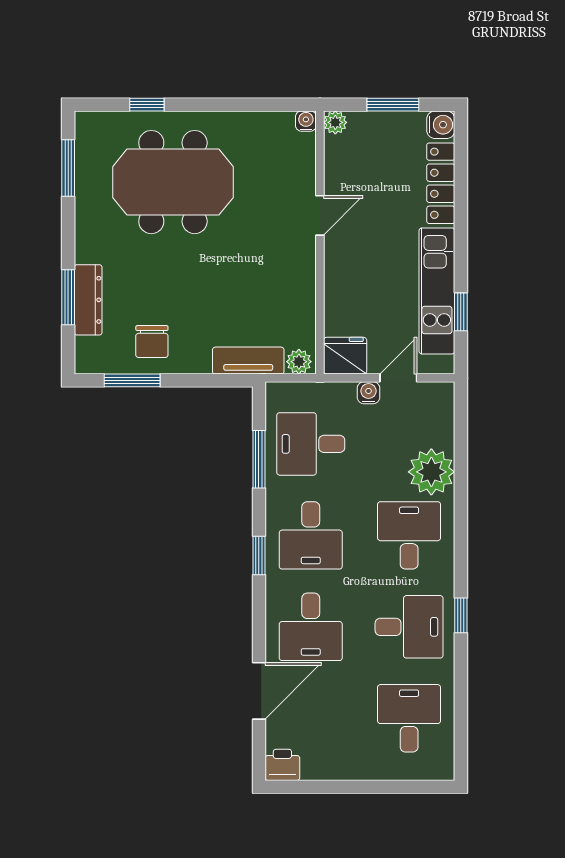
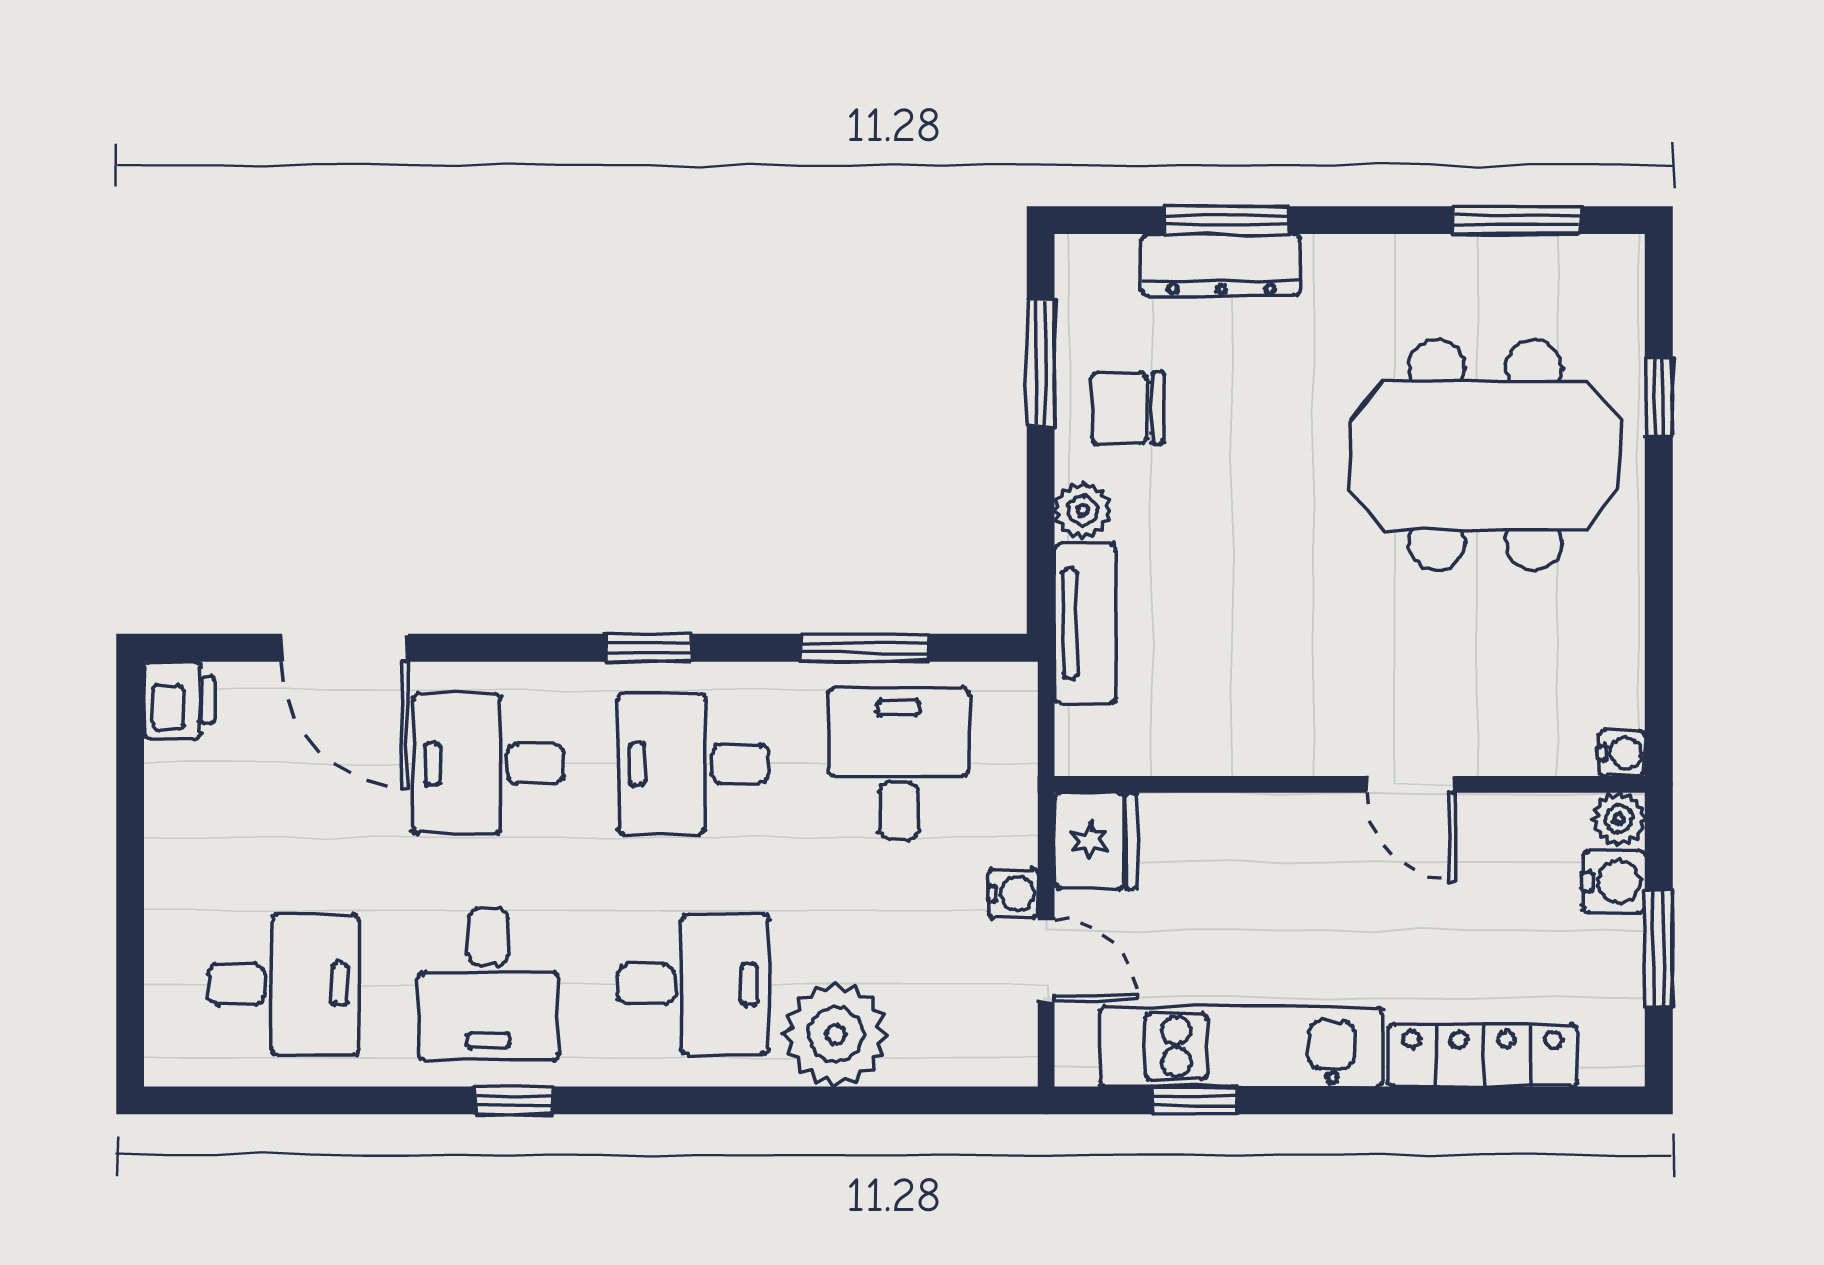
water cooler: (441, 125) -> (1614, 882), moved, turned -90
meeting table: (173, 182) -> (1485, 455), turned 90
plant: (299, 362) -> (1083, 510), moved

